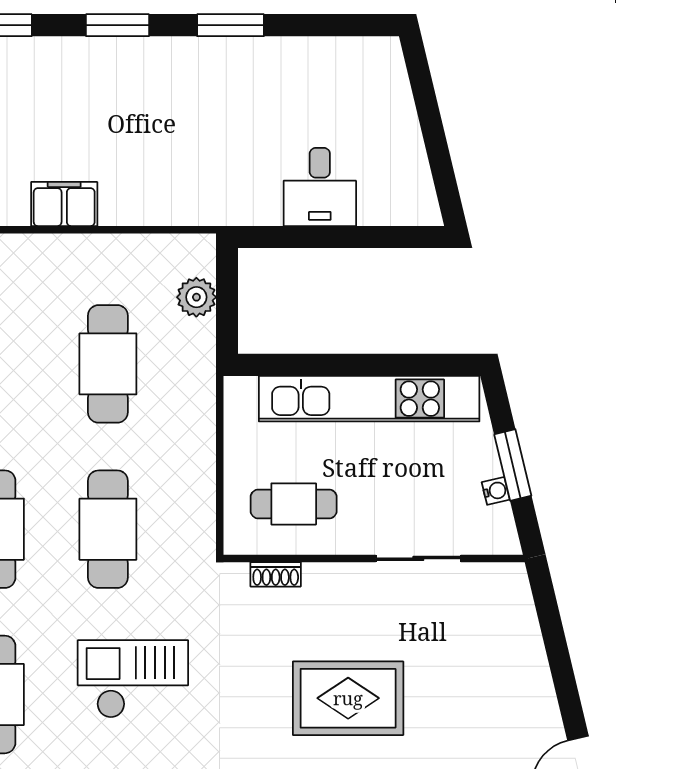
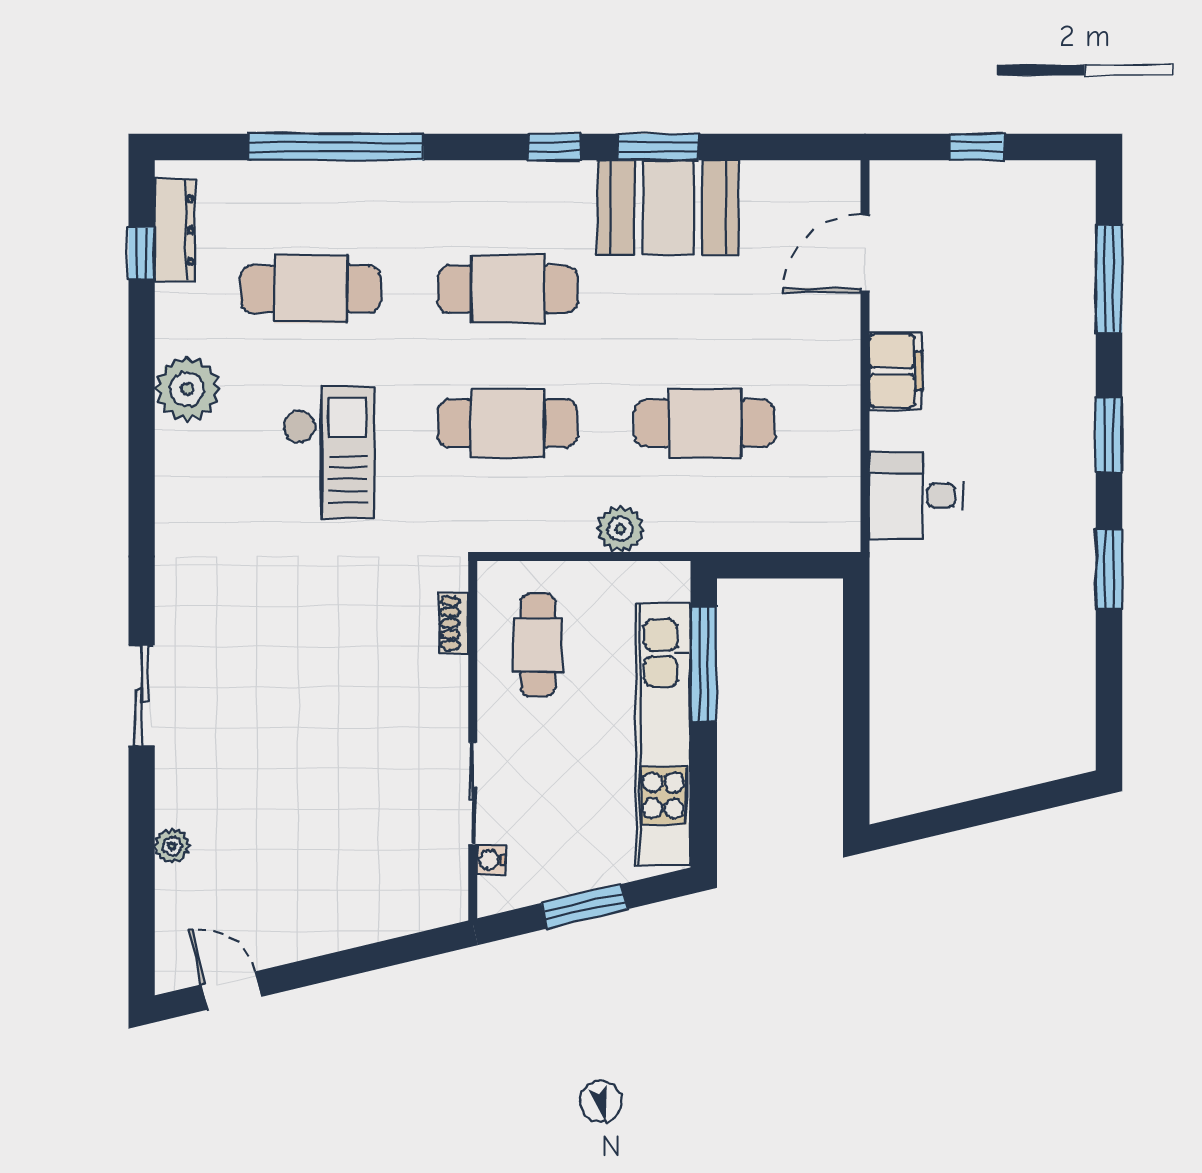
desk: (320, 187) -> (916, 496), moved
plant: (196, 297) -> (621, 529), moved
window: (310, 365) -> (704, 664), added
water cooler: (496, 491) -> (491, 860), moved, turned 103
rug: (348, 698) -> (306, 710), removed

